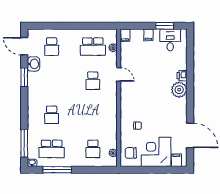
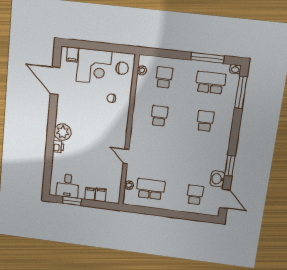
filing cabinet: (125, 35) -> (101, 195), moved
school desk: (93, 81) -> (159, 116), moved

